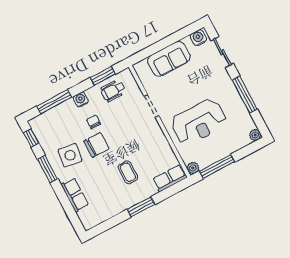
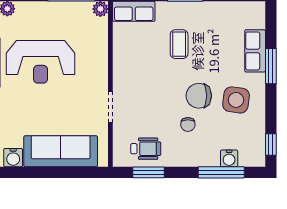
sofa: (169, 59) -> (61, 151), width x1.36
water cooler: (81, 100) -> (229, 158), moved
reception desk: (199, 122) -> (41, 62), moved, turned 180
window: (48, 169) -> (271, 66), moved

